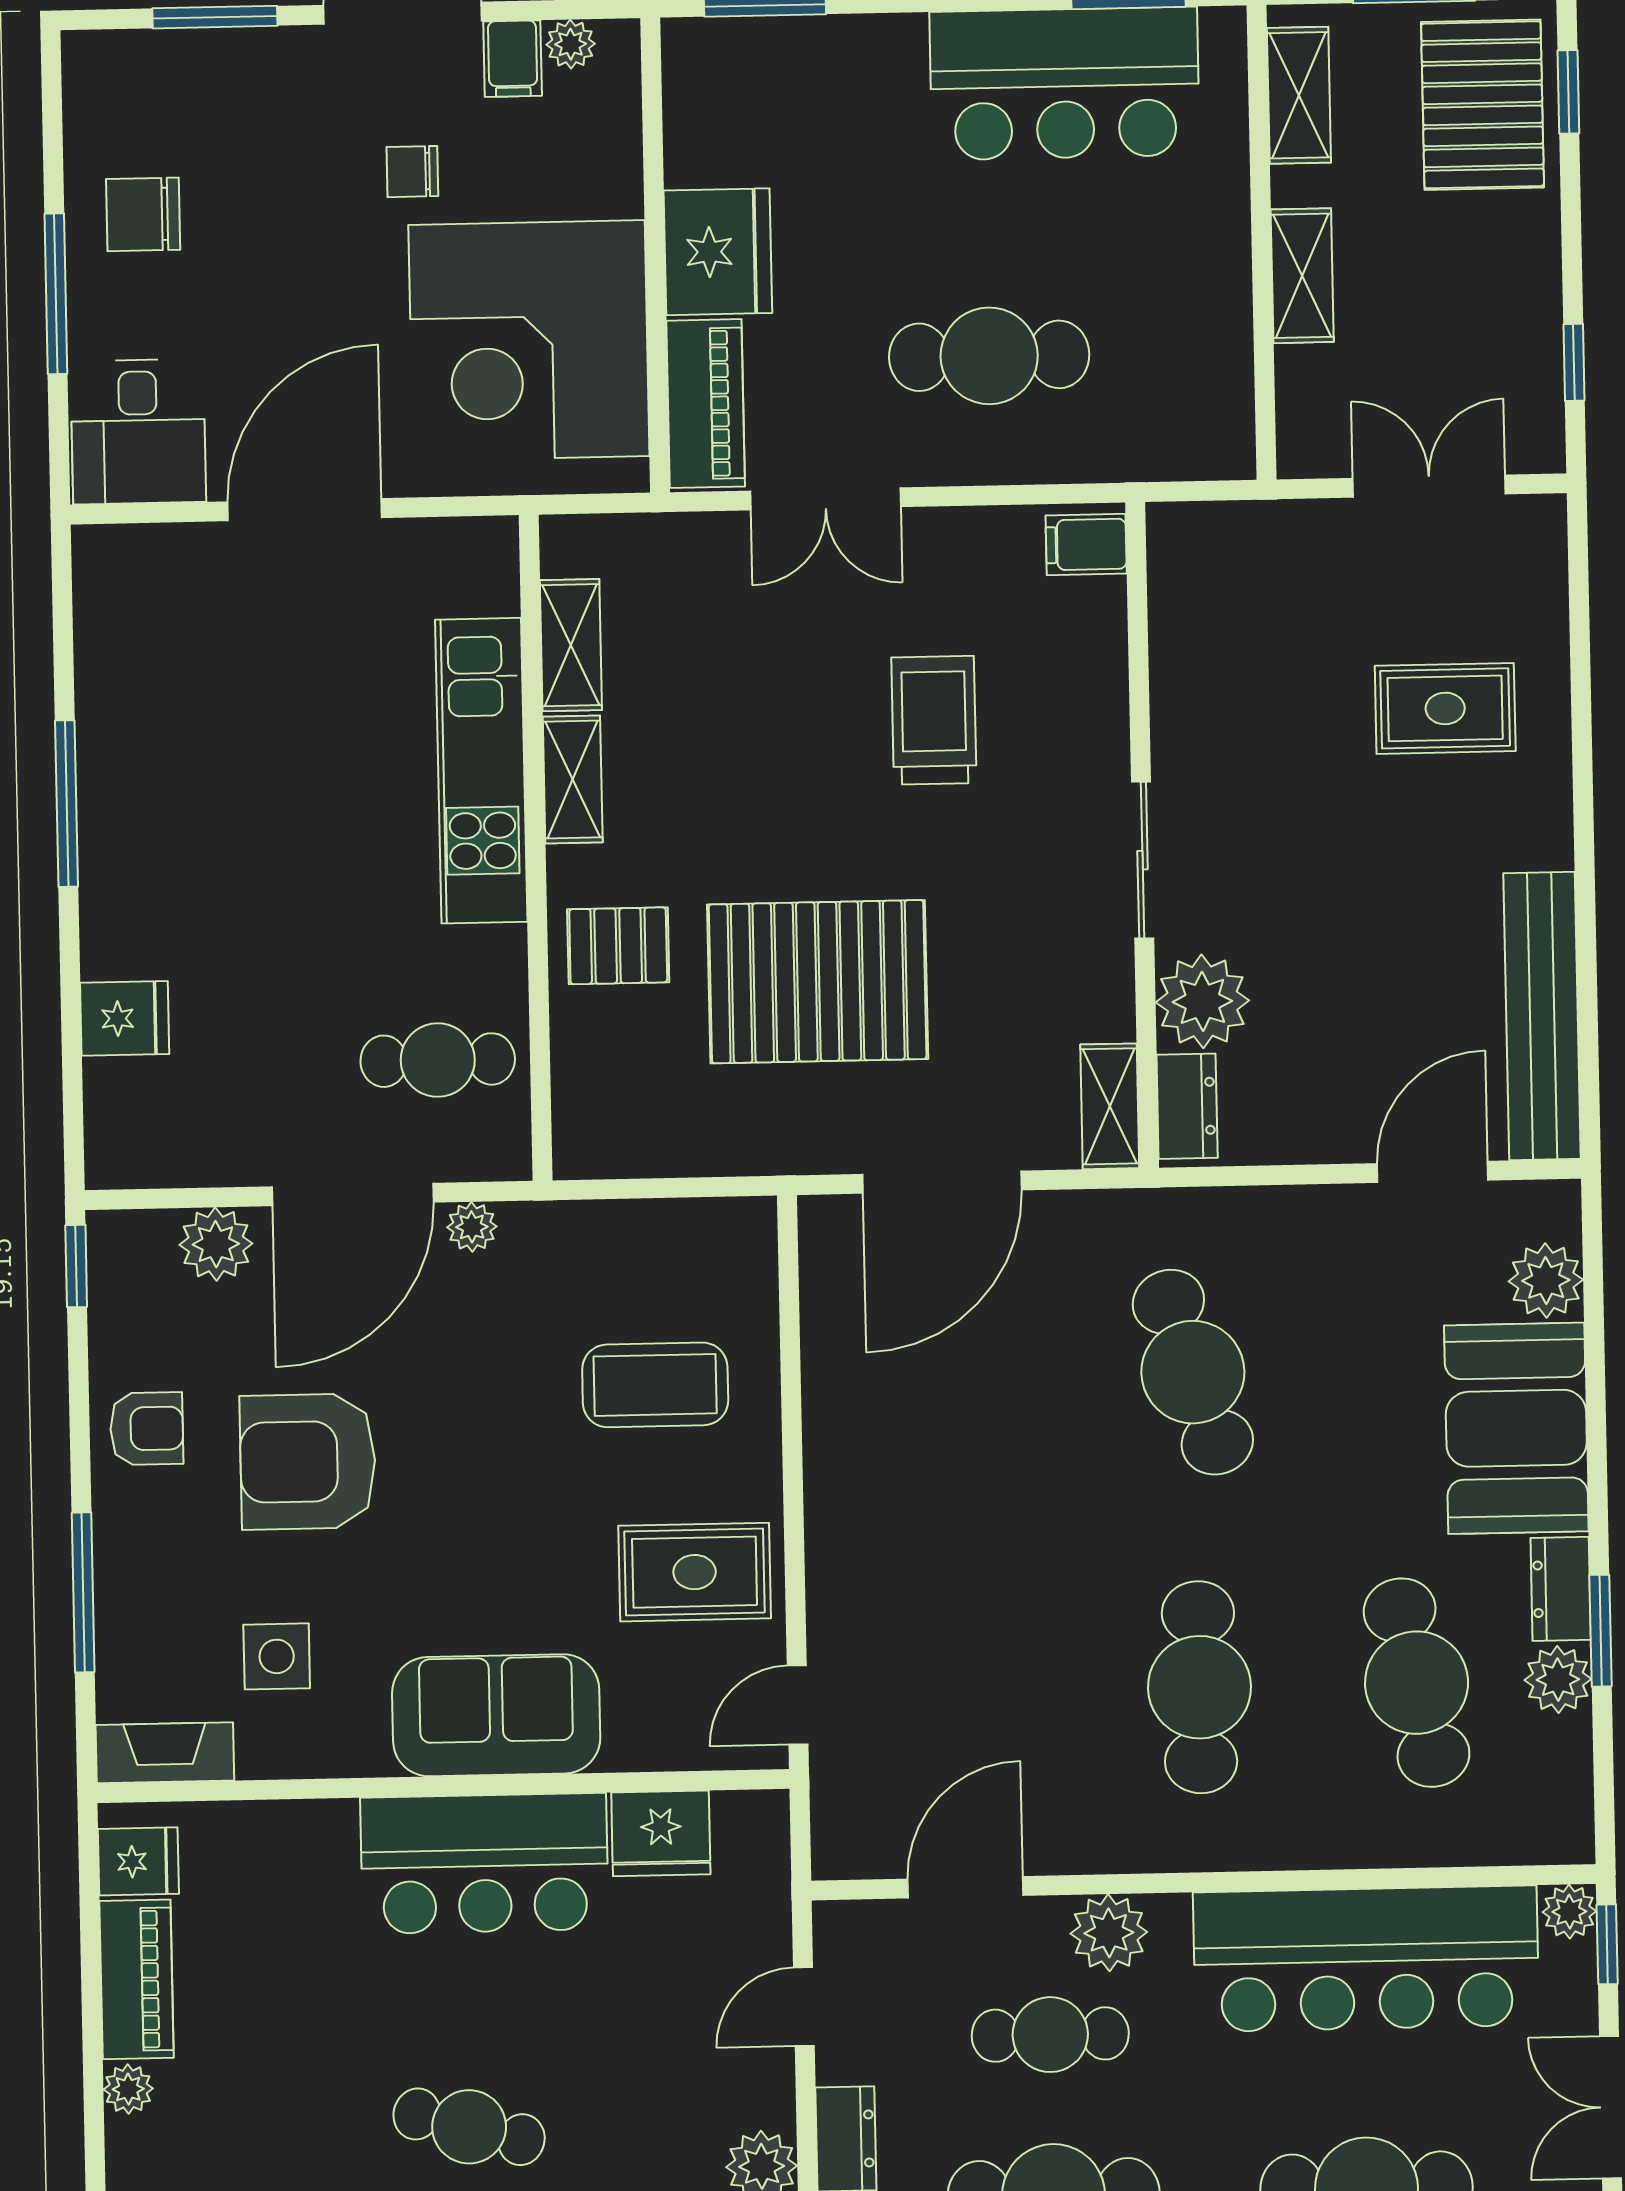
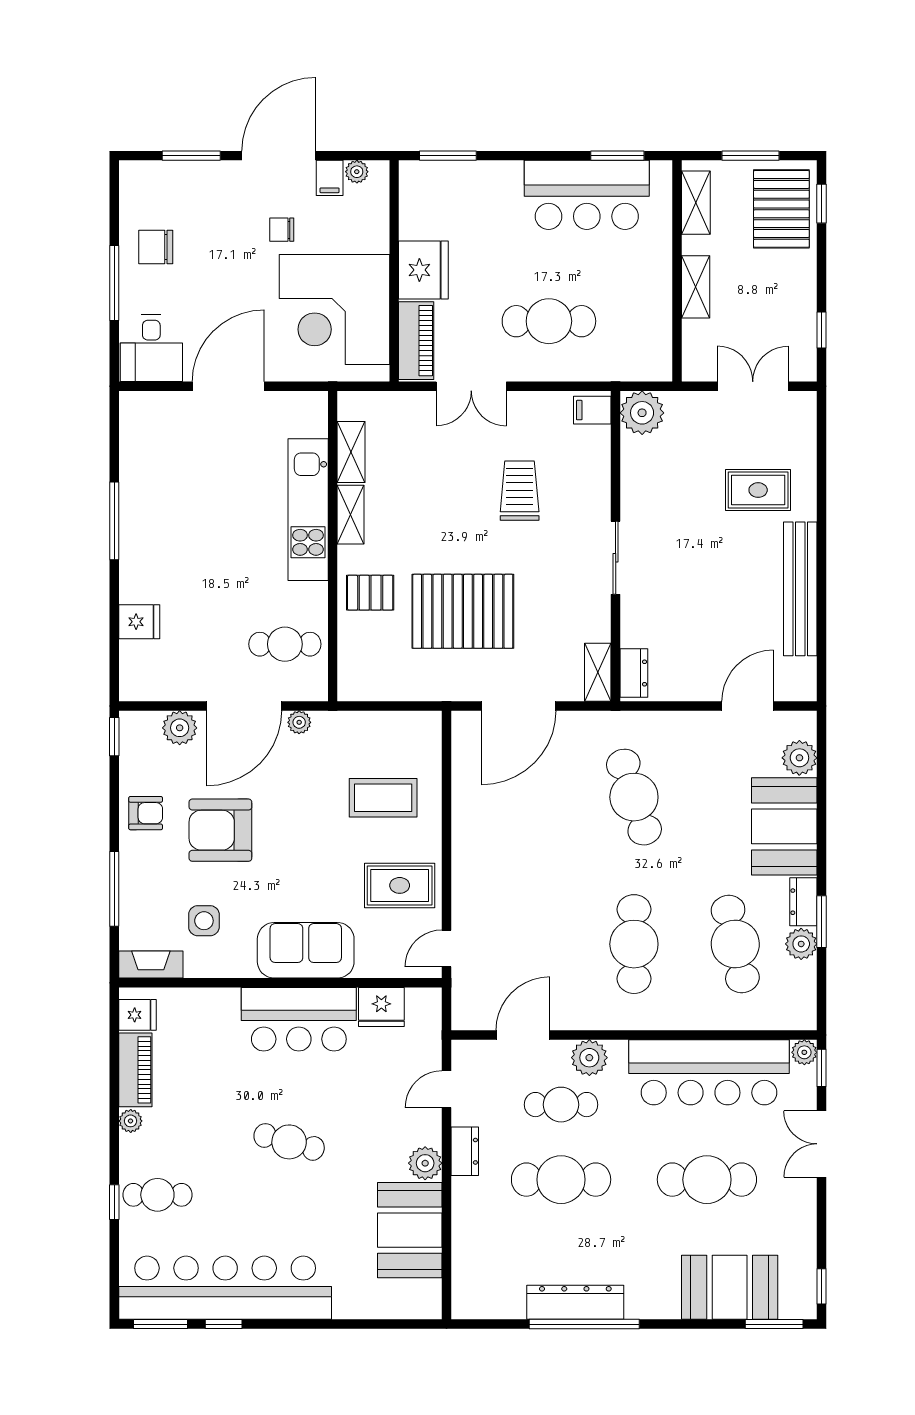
plant: (1202, 1001) -> (642, 413), moved
bench: (1542, 1016) -> (800, 589), moved

